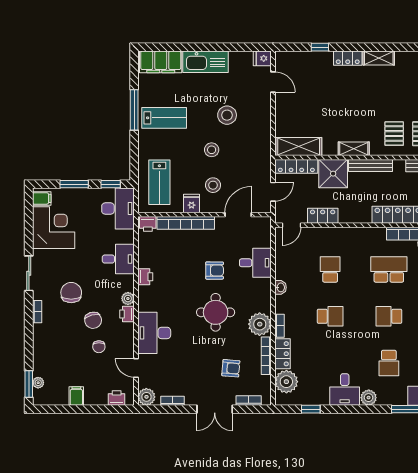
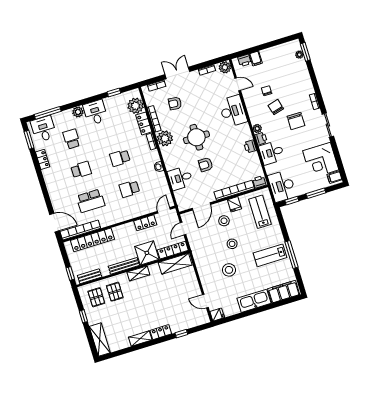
school desk: (330, 269) -> (129, 189), turned 90
printer: (127, 314) -> (261, 139), moved
filing cabinet: (76, 396) -> (256, 58), moved

